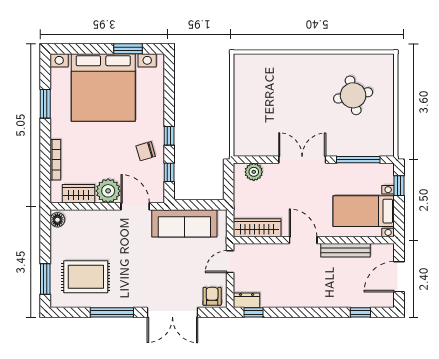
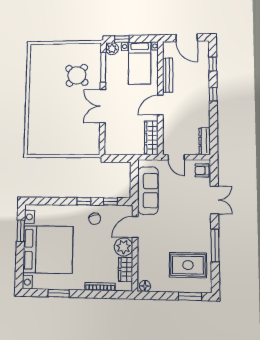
round table: (353, 95) -> (77, 75), moved, turned -36
plant: (254, 172) -> (112, 49), moved
rug: (86, 277) -> (188, 265), turned 90
dresser: (247, 300) -> (205, 141), width x1.44
double door: (172, 312) -> (214, 200), width x0.73
window: (253, 312) -> (213, 94), moved

